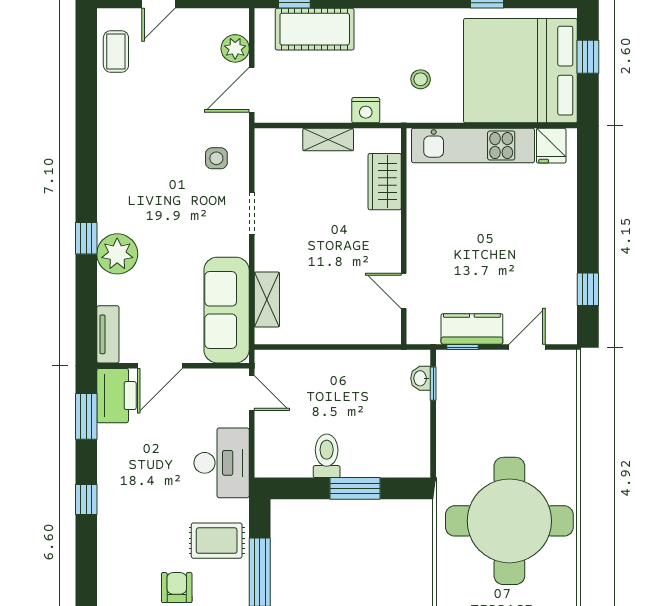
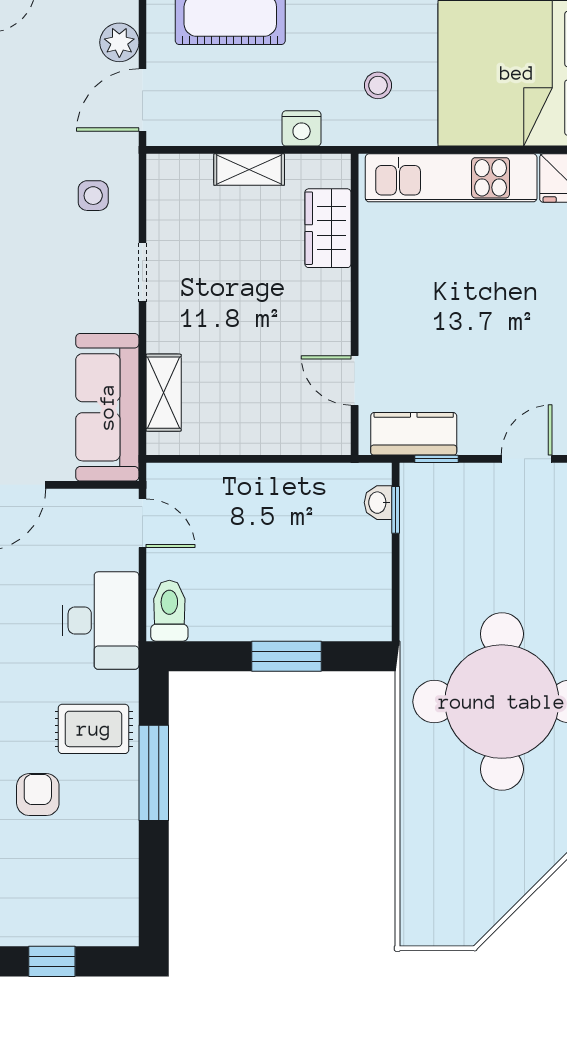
kitchen counter: (472, 329) -> (414, 434), moved
toilet: (327, 456) -> (169, 611), moved

